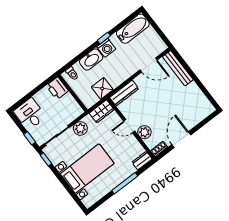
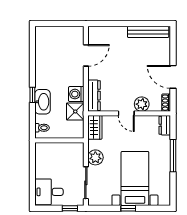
bathtub: (133, 29) -> (44, 45), removed
window: (104, 38) -> (32, 95), moved
washing machine: (106, 48) -> (76, 94), moved, turned 180
bench: (178, 68) -> (148, 32), moved
printer: (57, 88) -> (45, 151), removed
door: (129, 126) -> (126, 113), hinge flipped
window: (46, 159) -> (128, 208), moved

